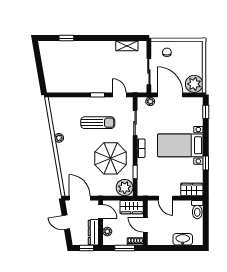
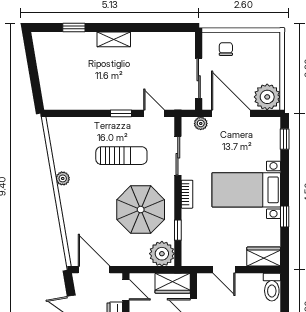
shelving: (127, 46) -> (114, 39), moved

